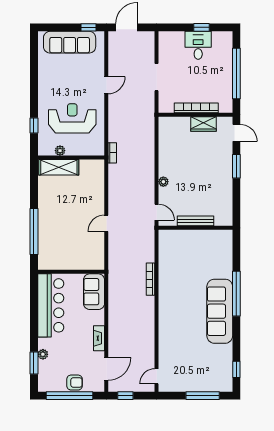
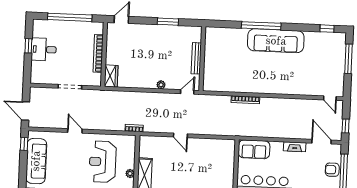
wardrobe: (204, 124) -> (111, 76), moved
window: (236, 166) -> (168, 22), moved
door: (106, 223) -> (180, 135), moved
armchair: (75, 383) -> (332, 170), turned -90

